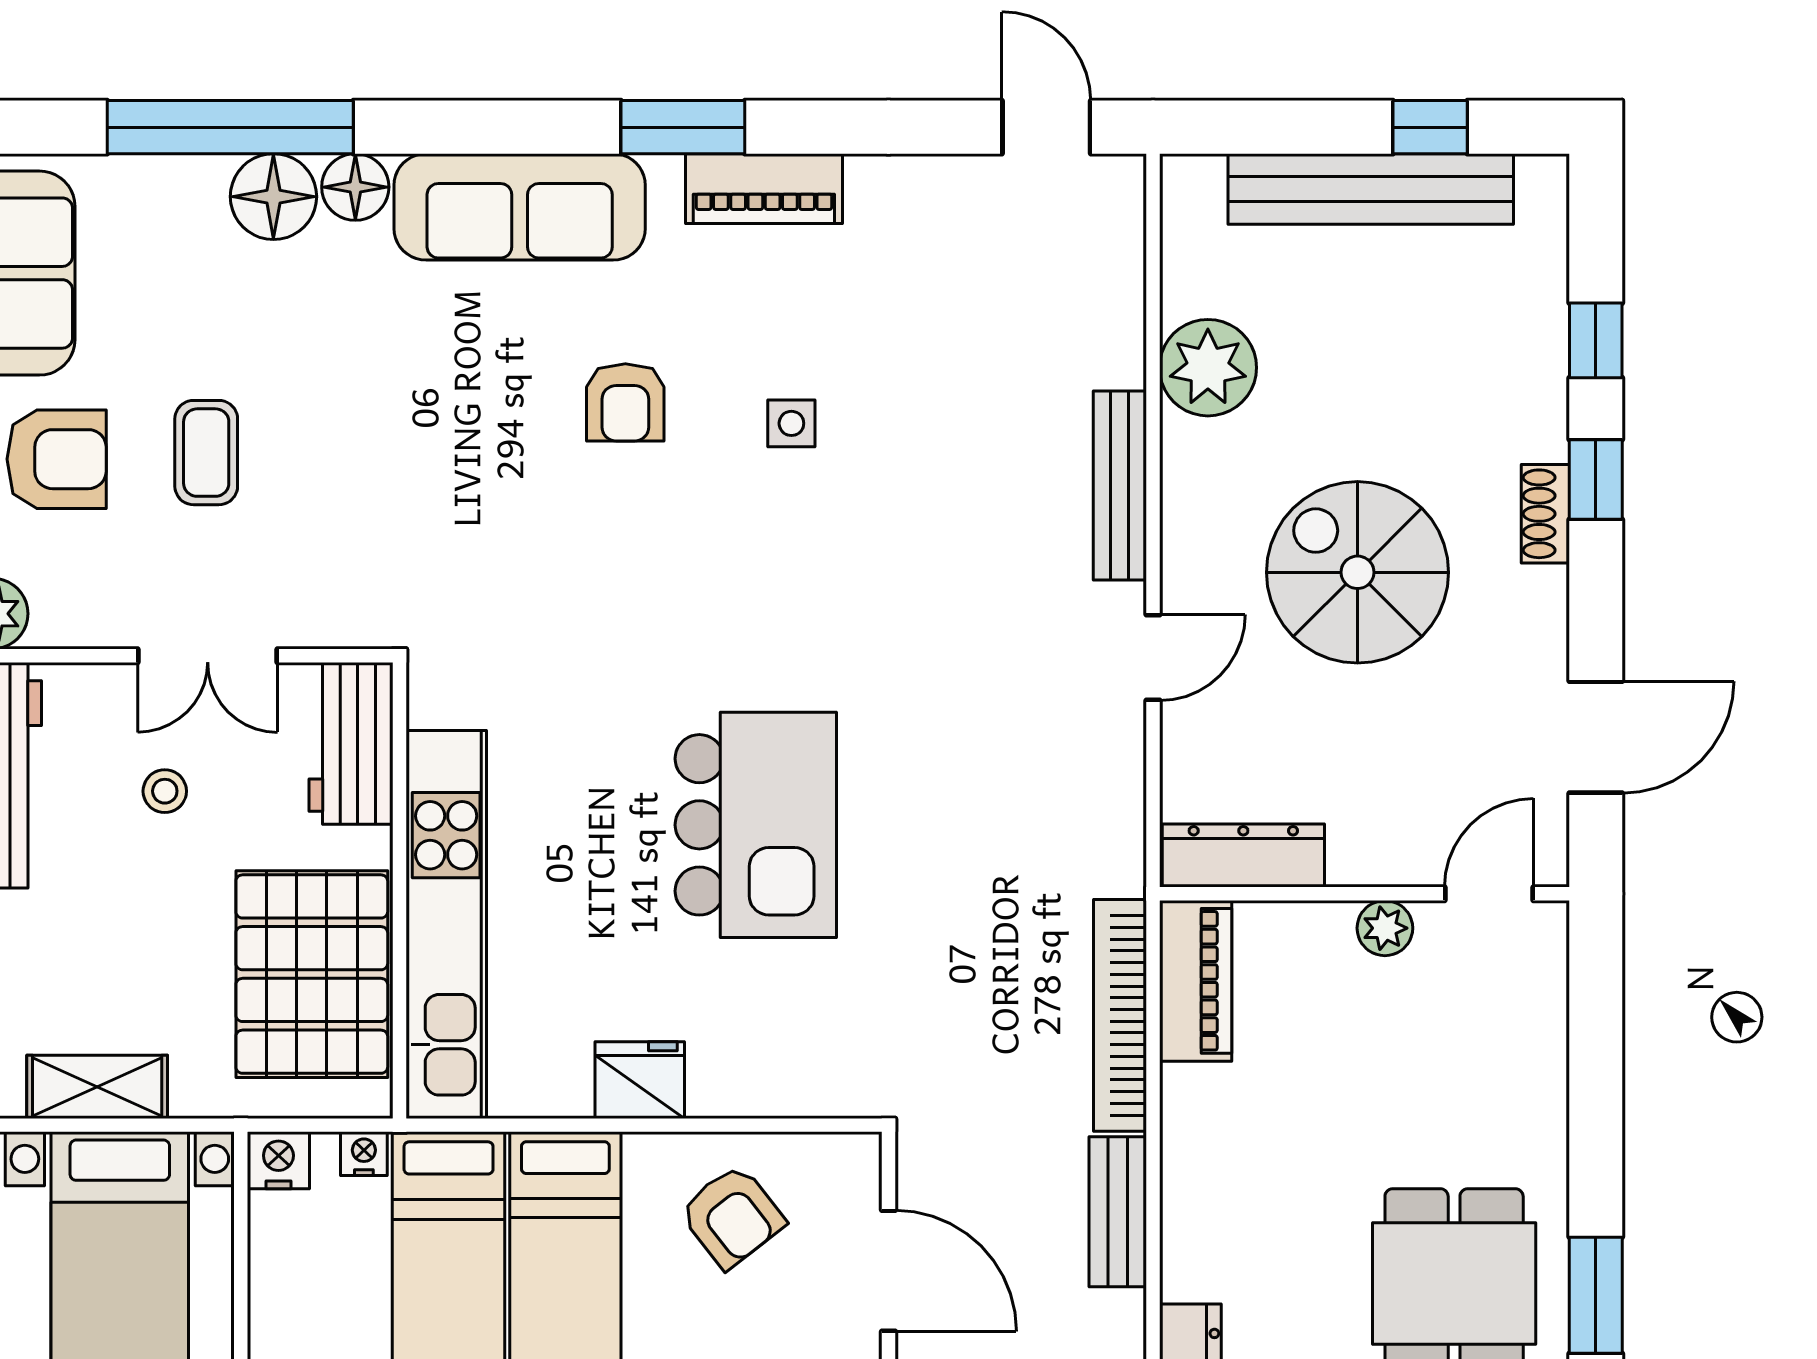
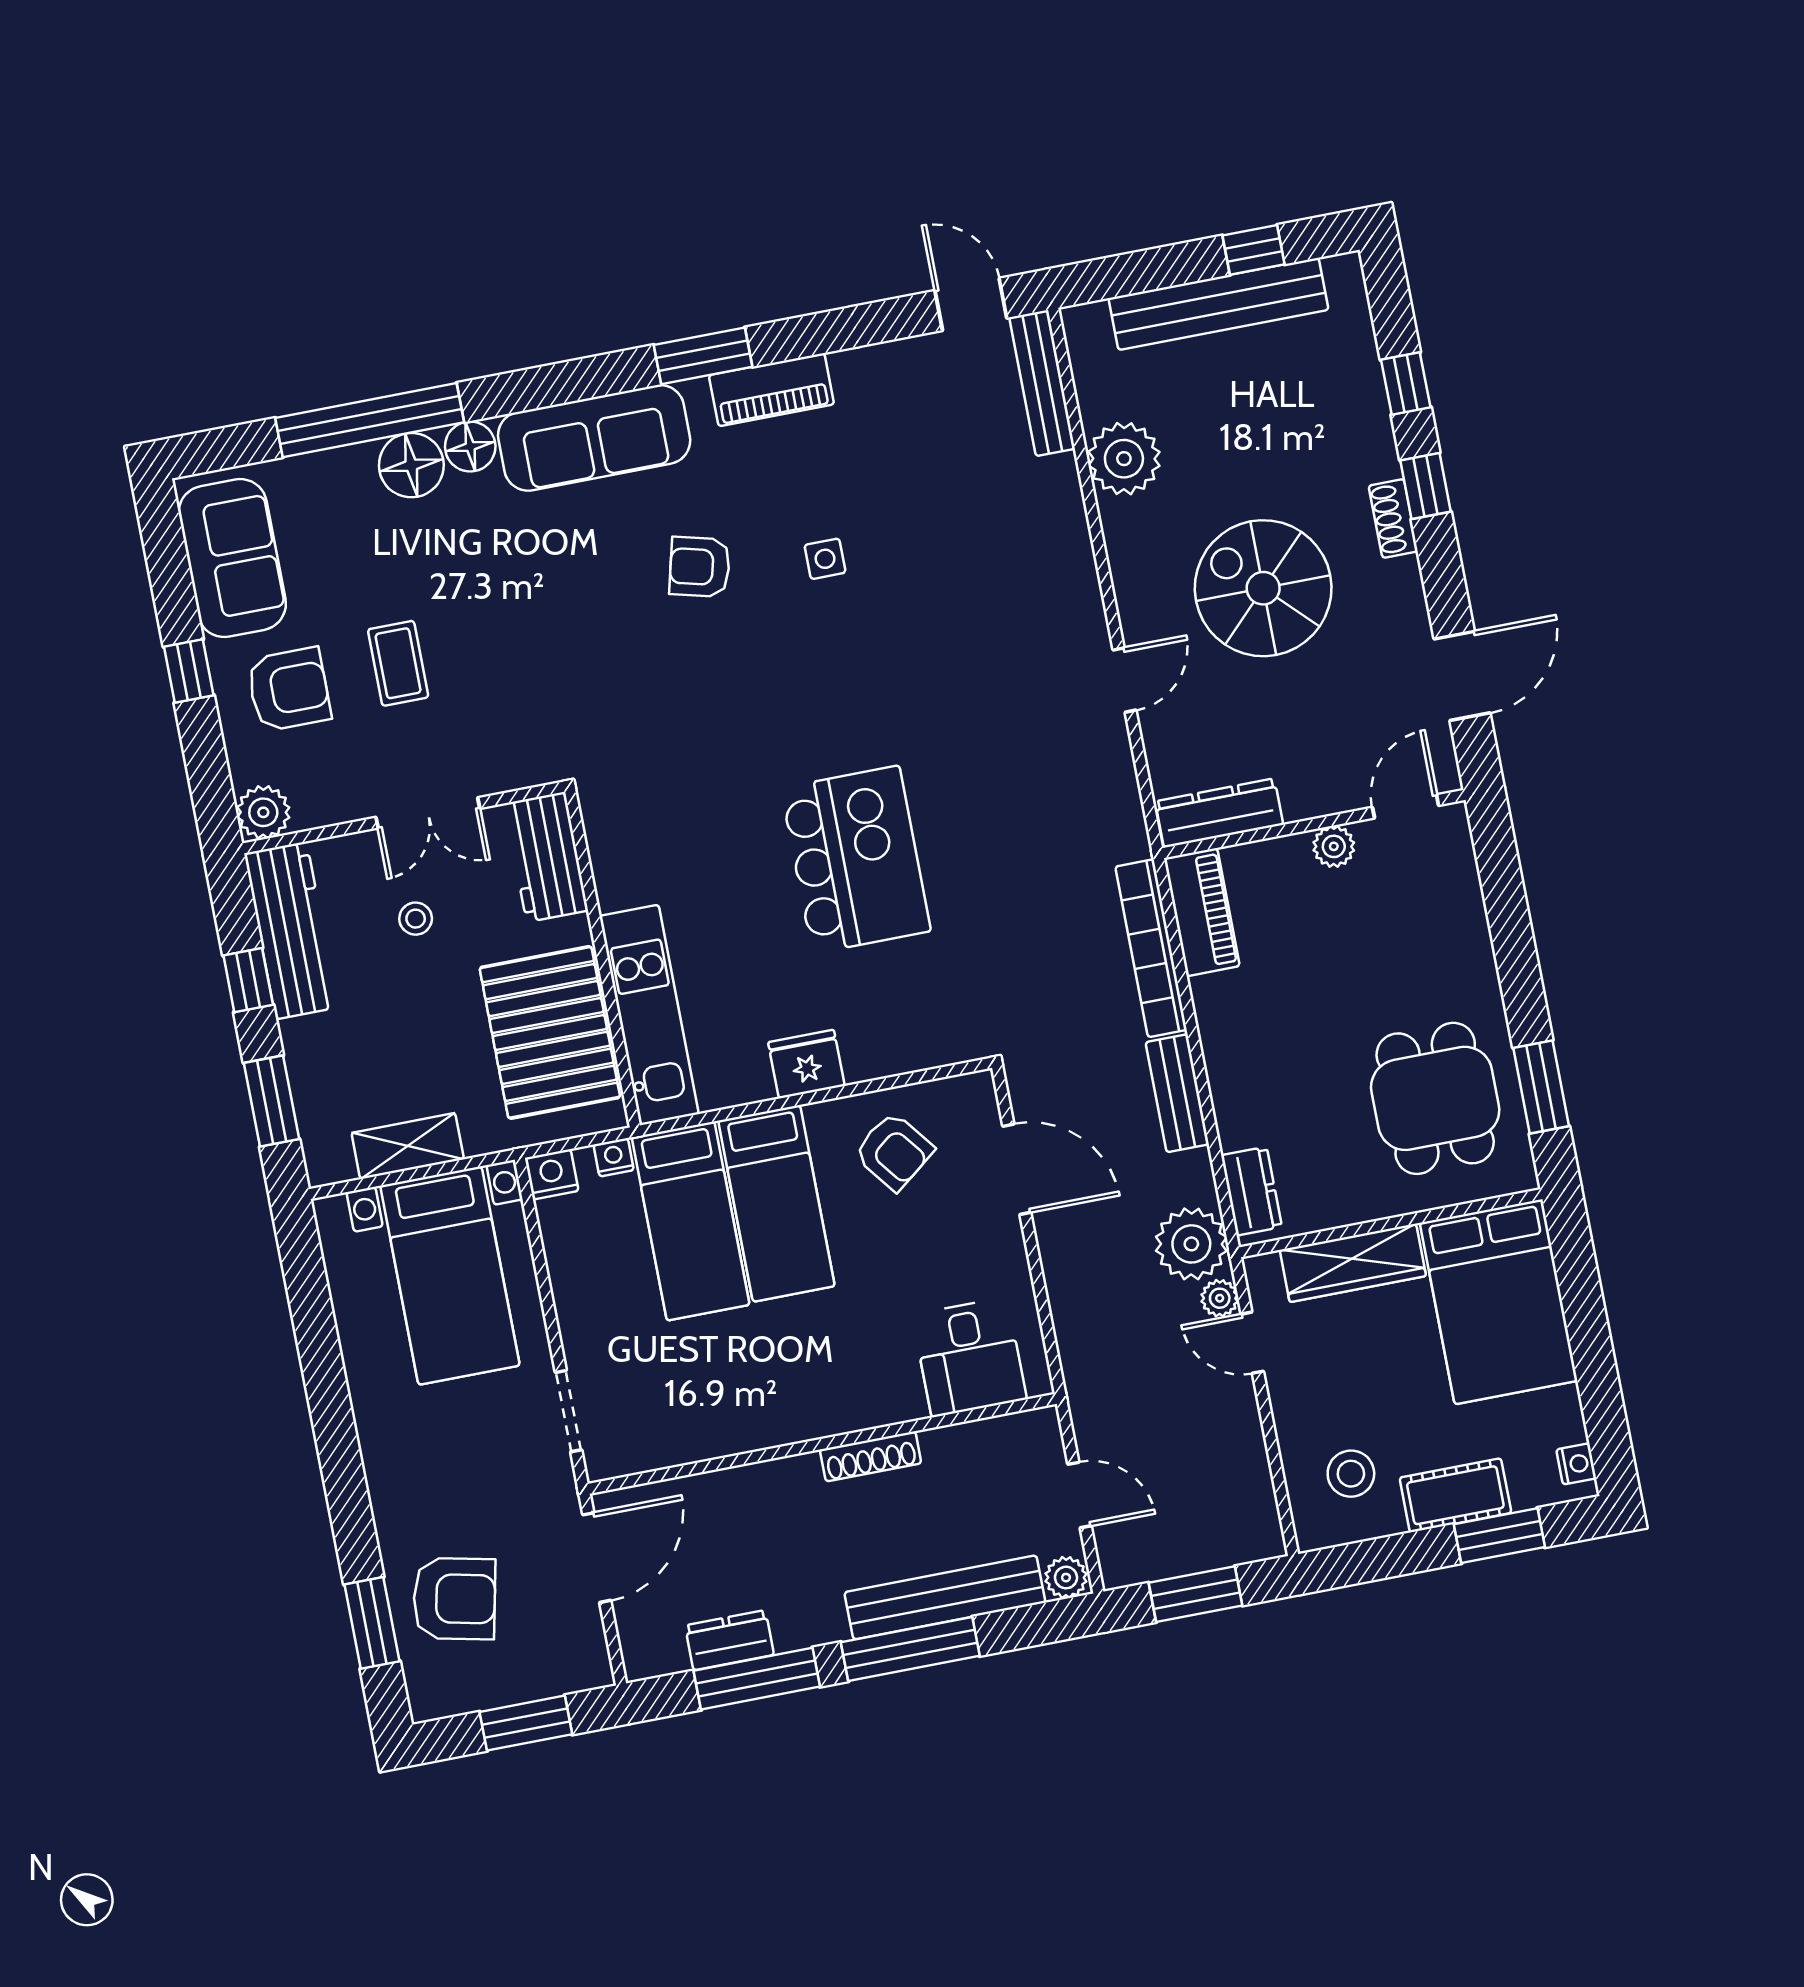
armchair: (625, 402) -> (700, 567), turned 104
bench: (1120, 486) -> (1042, 383), moved
kitchen unit: (446, 924) -> (649, 1015), width x0.73

